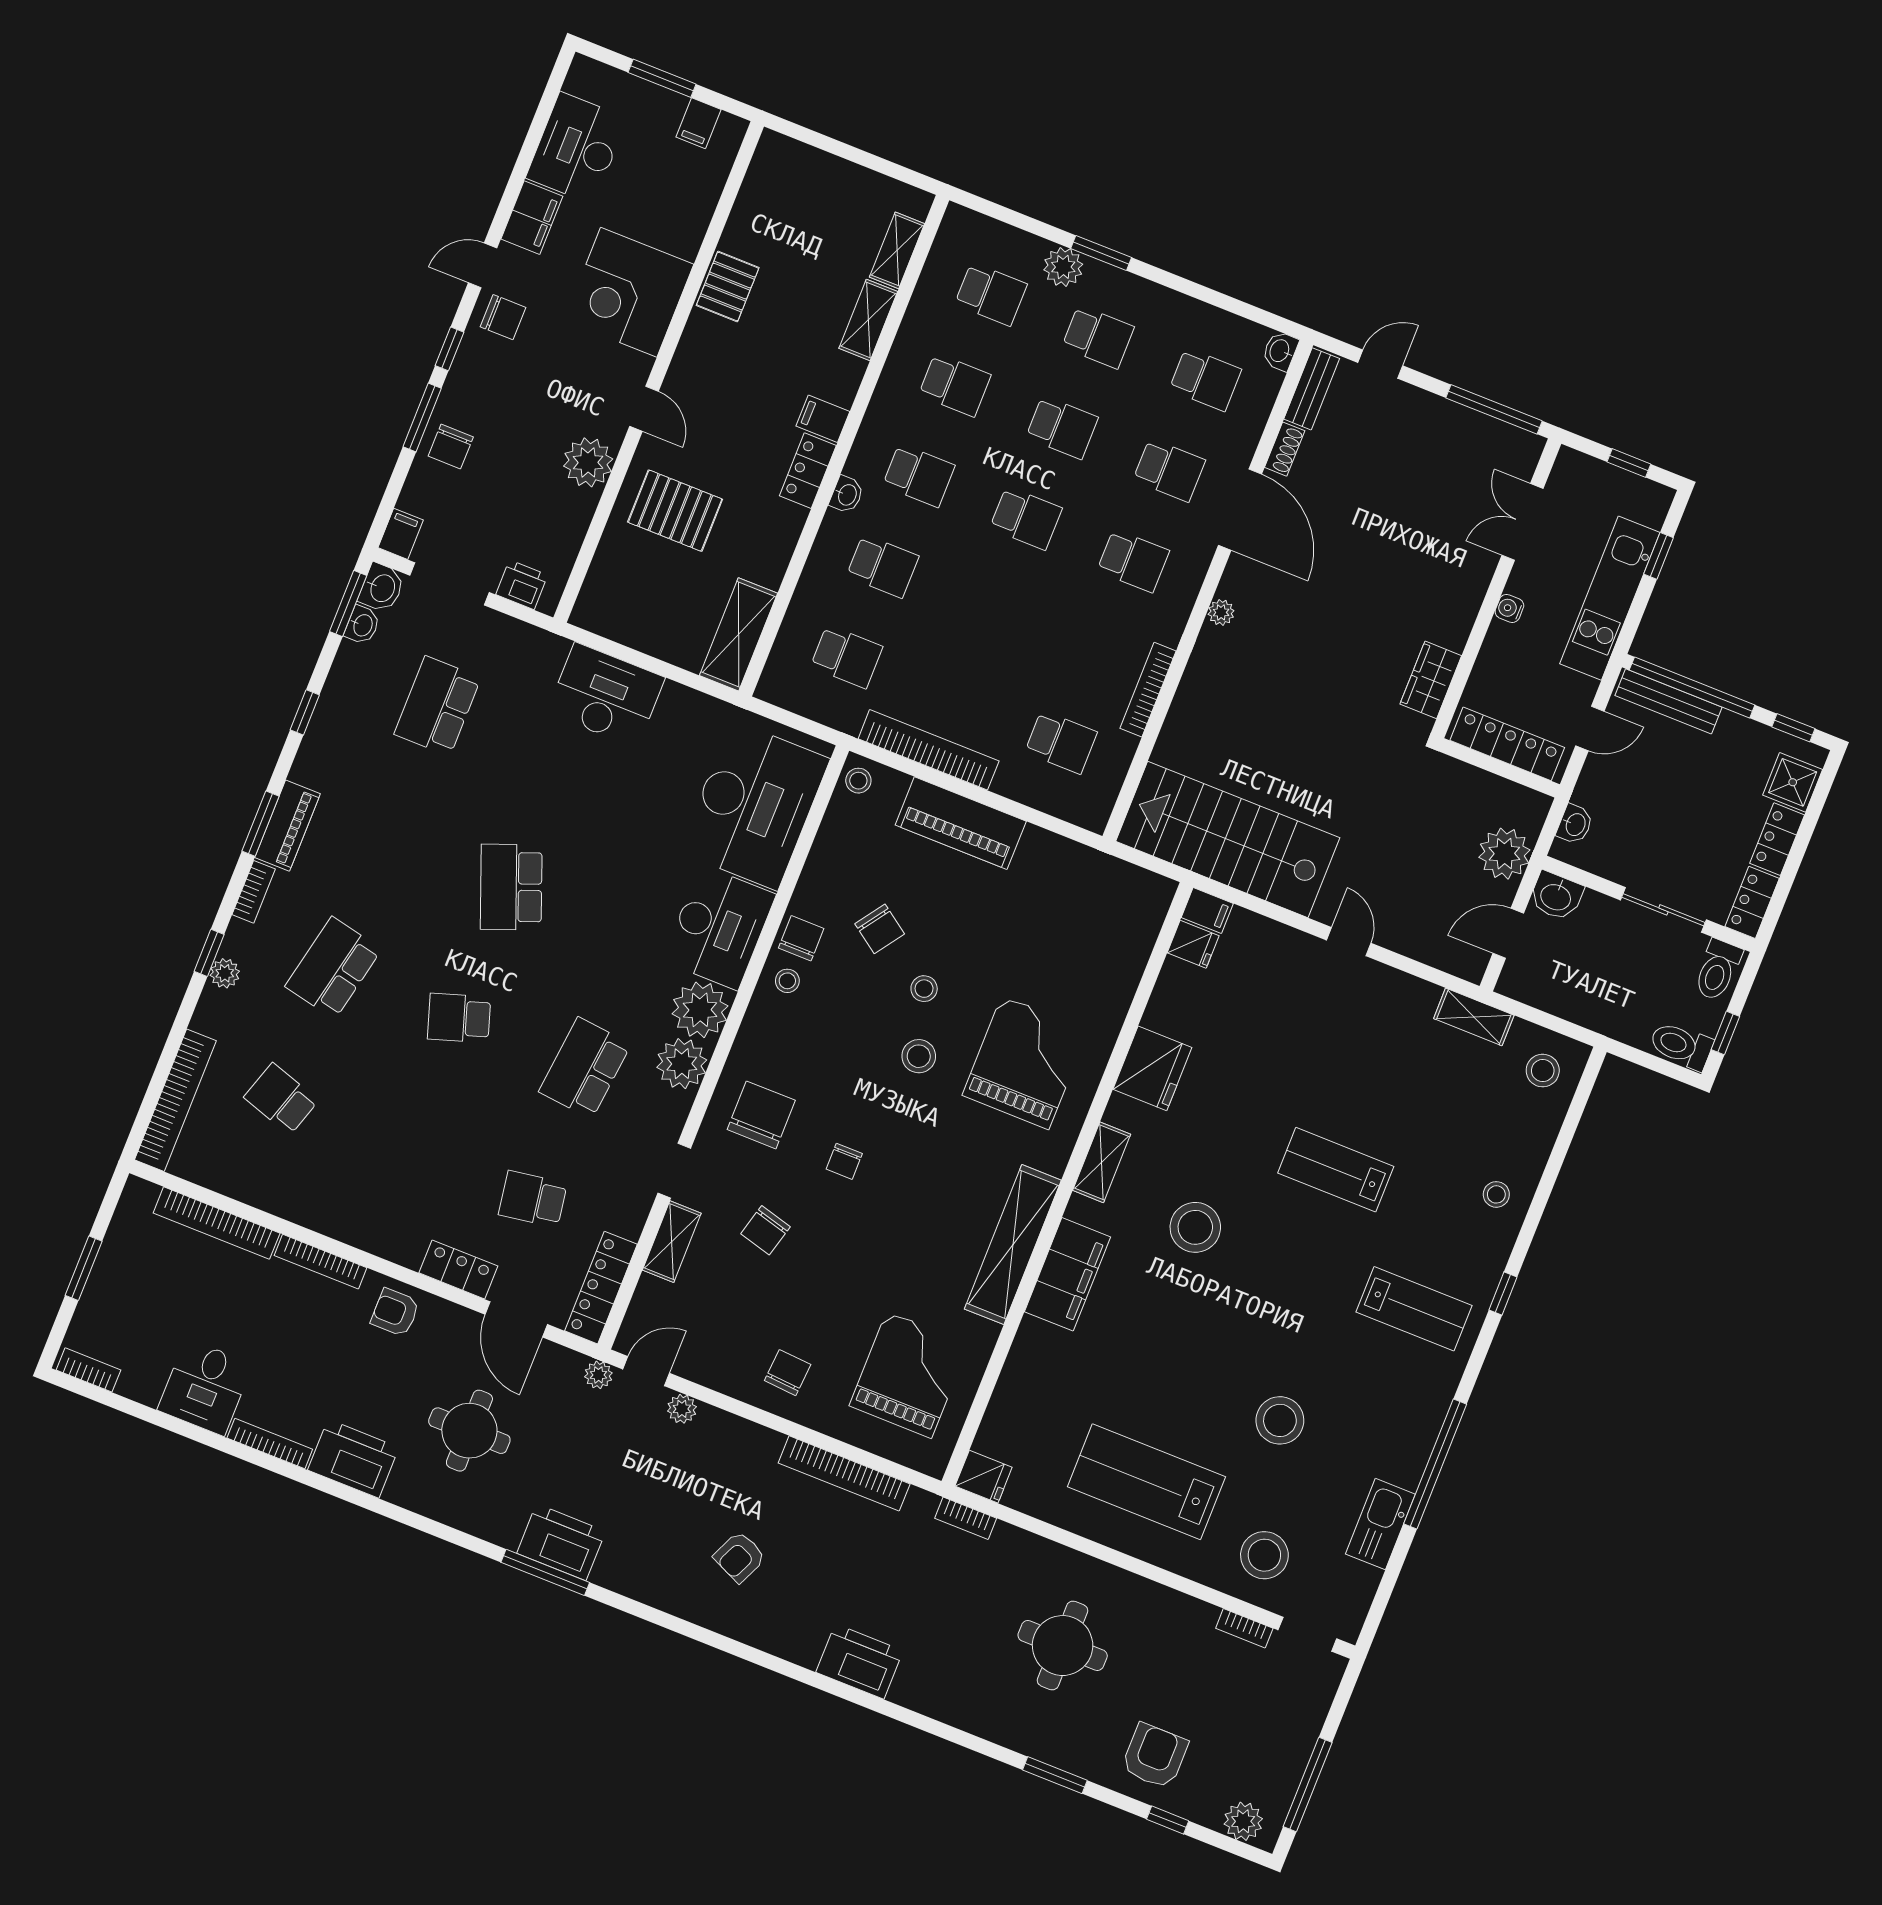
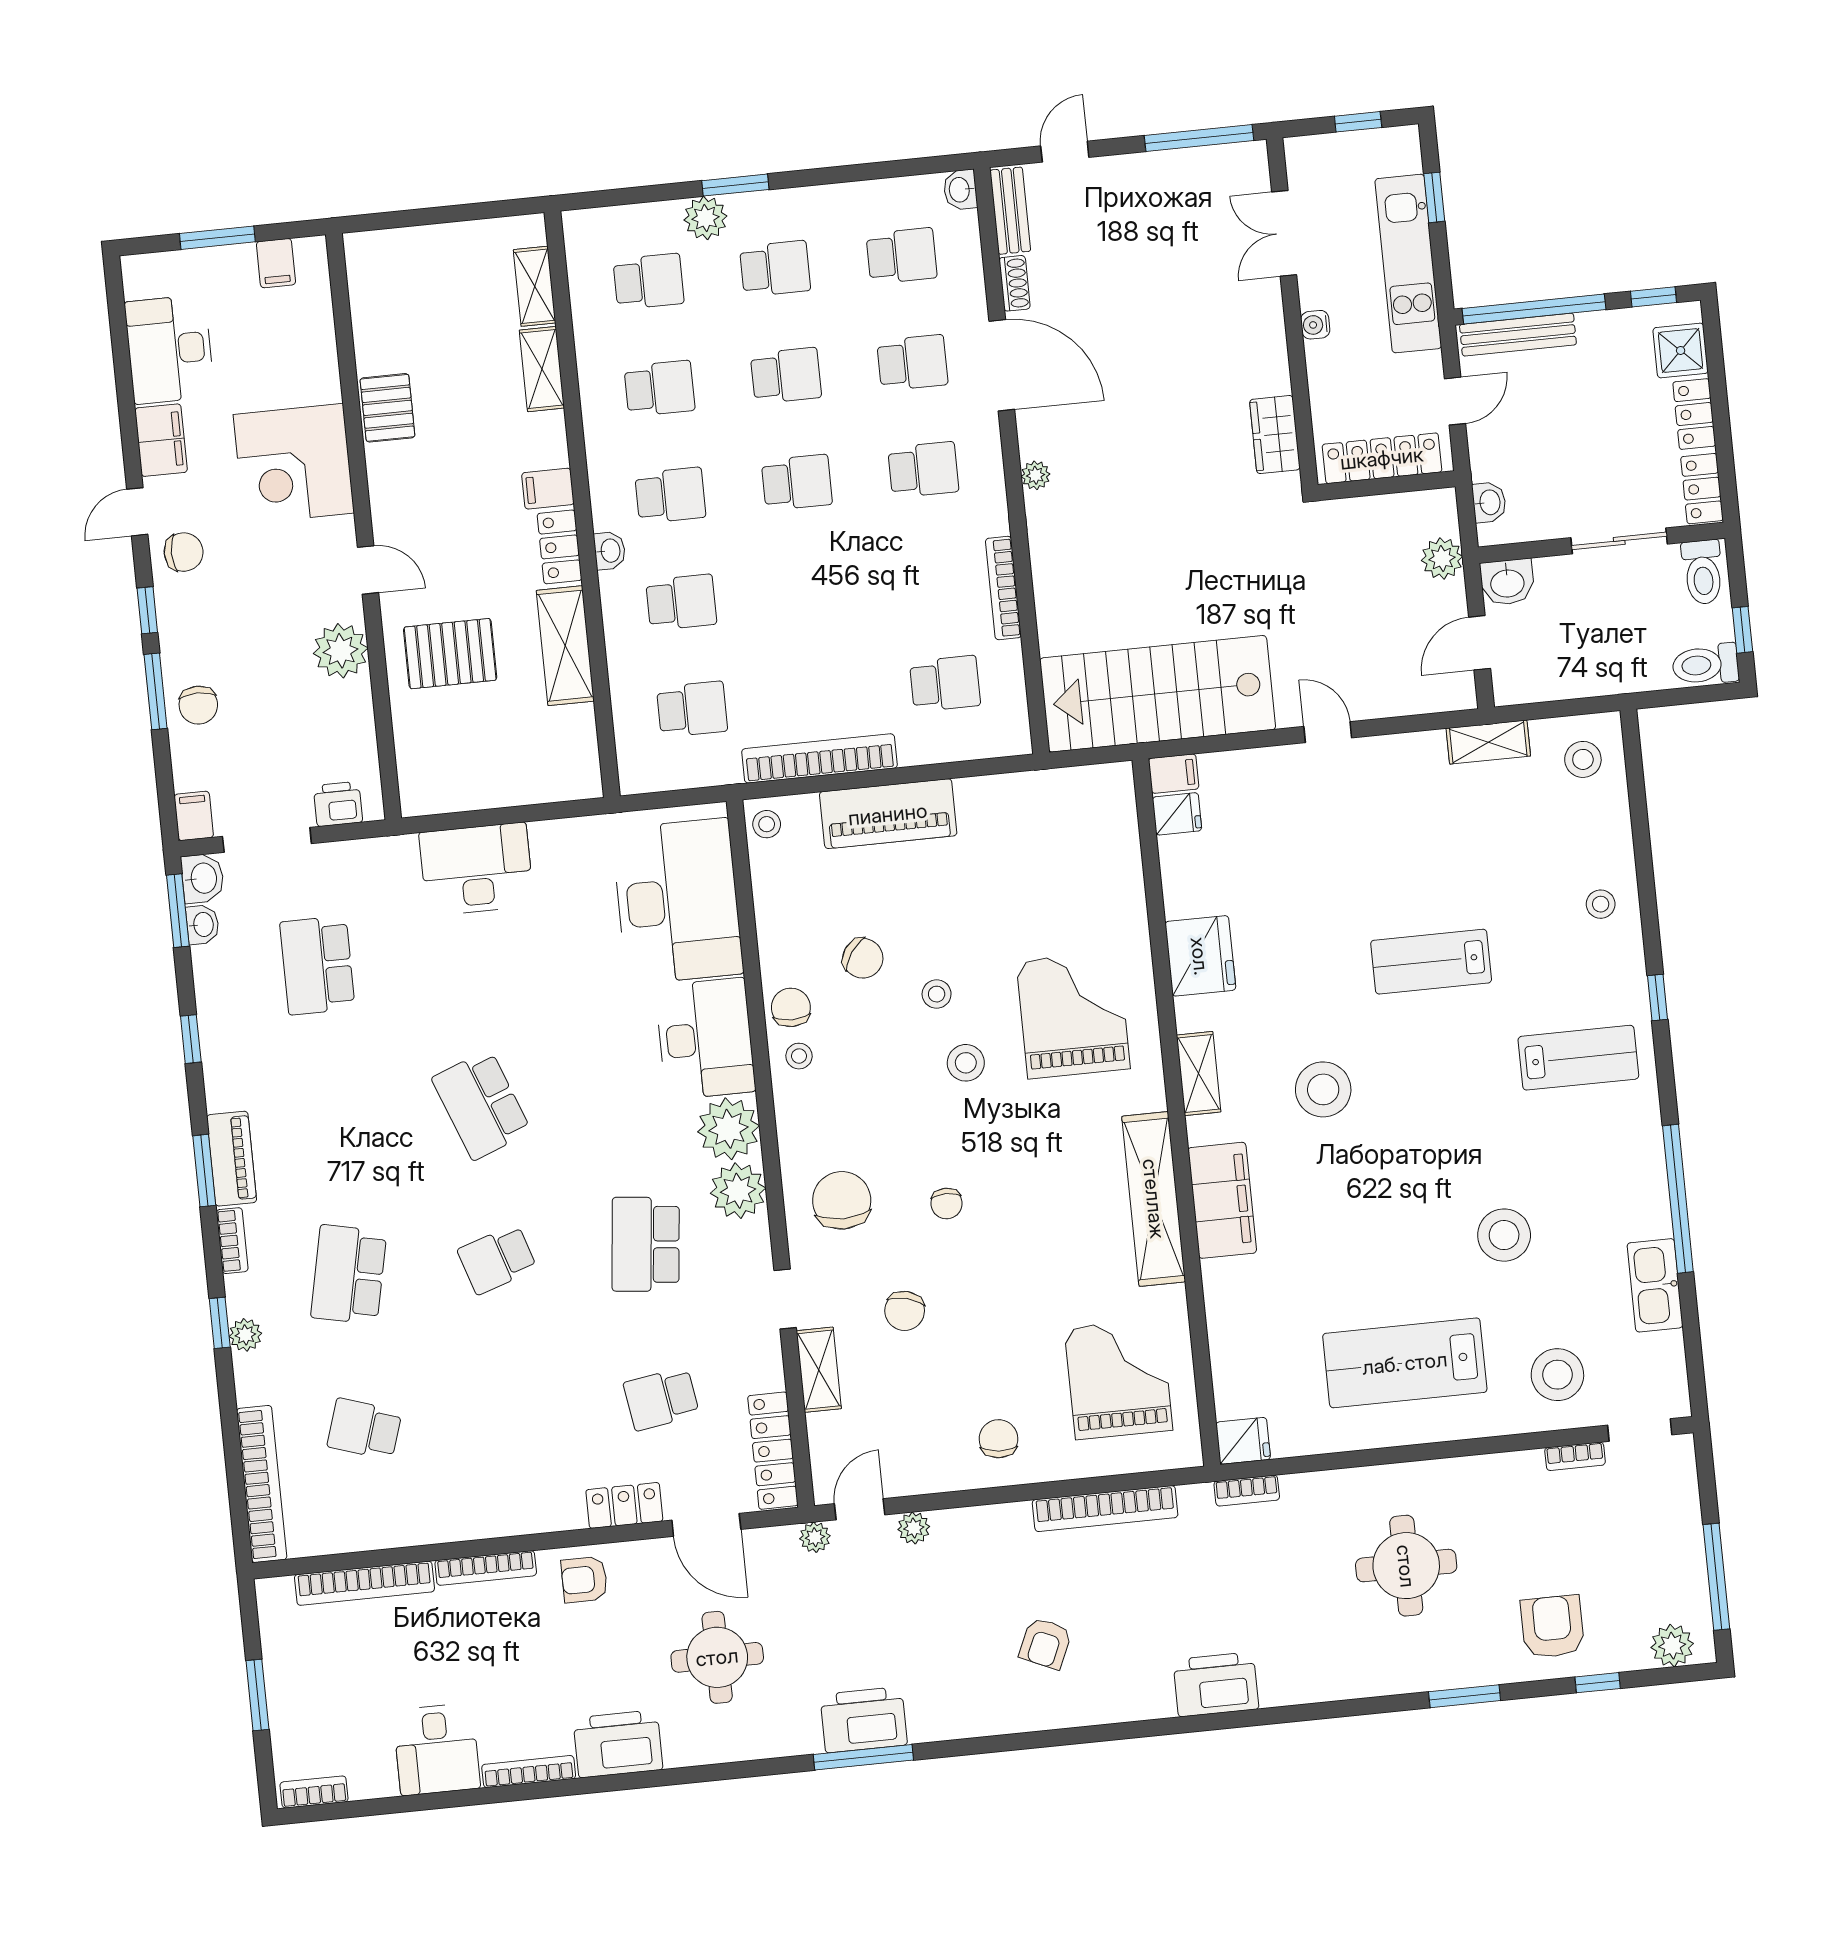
shelving: (738, 634) -> (565, 646), moved
plant: (1504, 854) -> (1442, 558), width x0.73, depth x0.73

